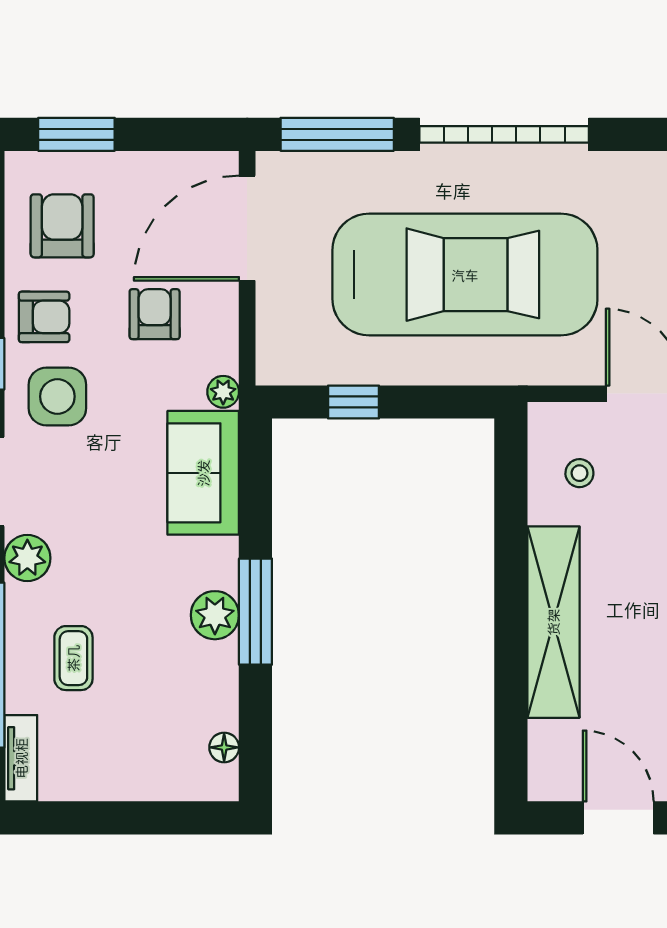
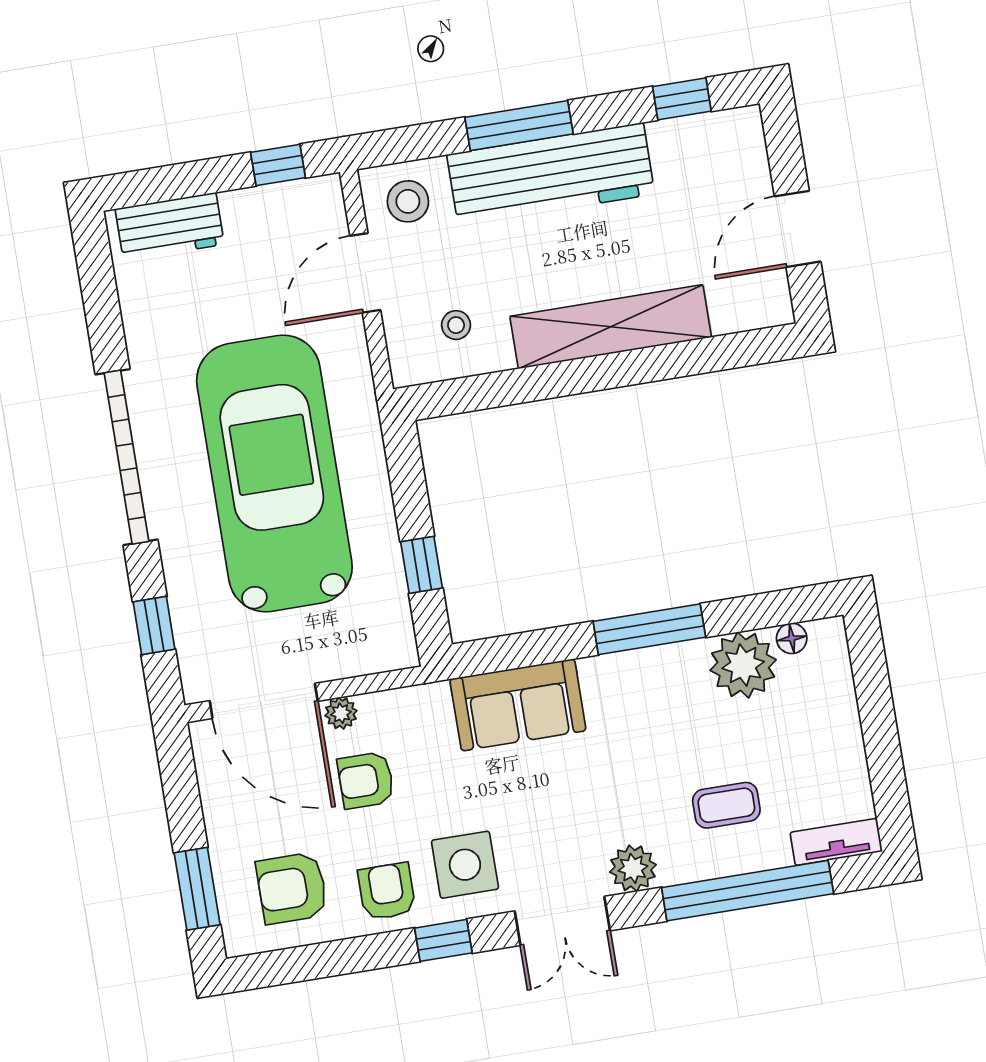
window: (337, 134) -> (154, 626), width x0.46
plant: (223, 392) -> (341, 713), moved
plant: (215, 615) -> (743, 665), moved, width x1.36, depth x1.36

